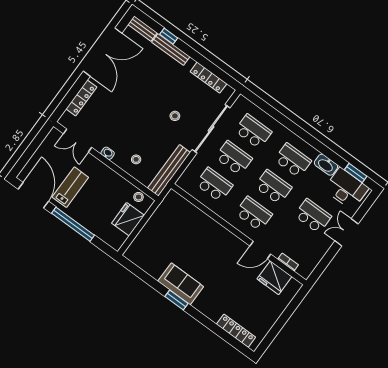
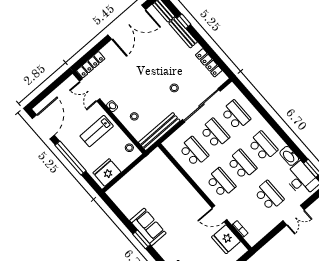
locker: (81, 98) -> (91, 65), moved
lab bench: (70, 187) -> (97, 131), moved, turned 180
fridge: (128, 219) -> (107, 172), moved
double door: (347, 232) -> (294, 215), swing flipped

